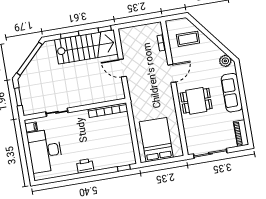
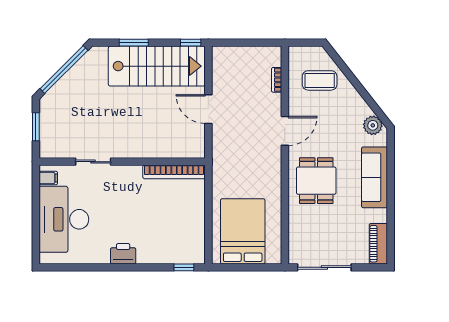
dining table: (196, 101) -> (316, 181), turned 90

